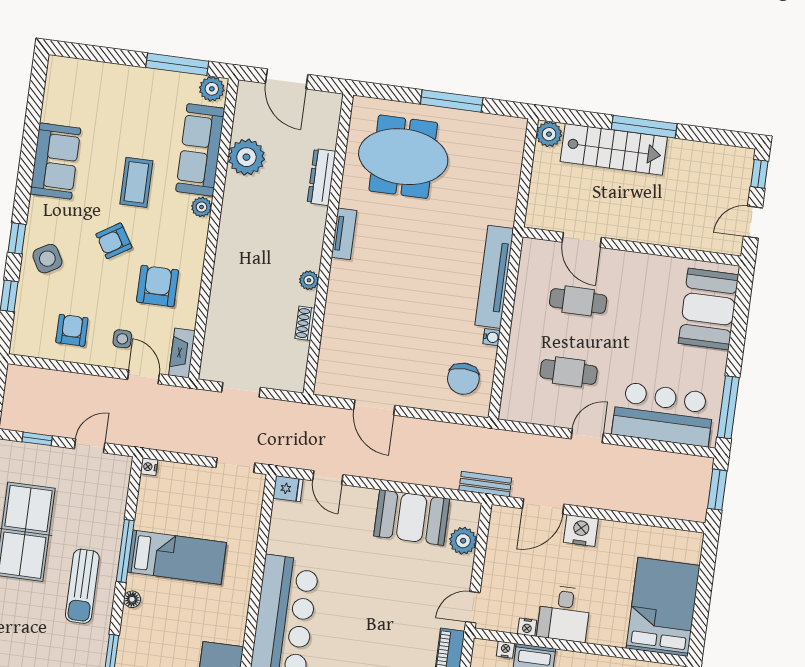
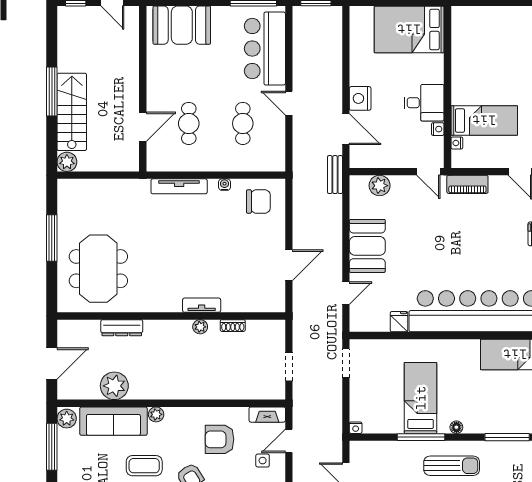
tv unit: (344, 234) -> (202, 305), moved
tv unit: (494, 277) -> (179, 186), width x0.73, depth x0.78
fridge: (288, 489) -> (399, 322), moved
booth: (412, 517) -> (367, 246), moved

